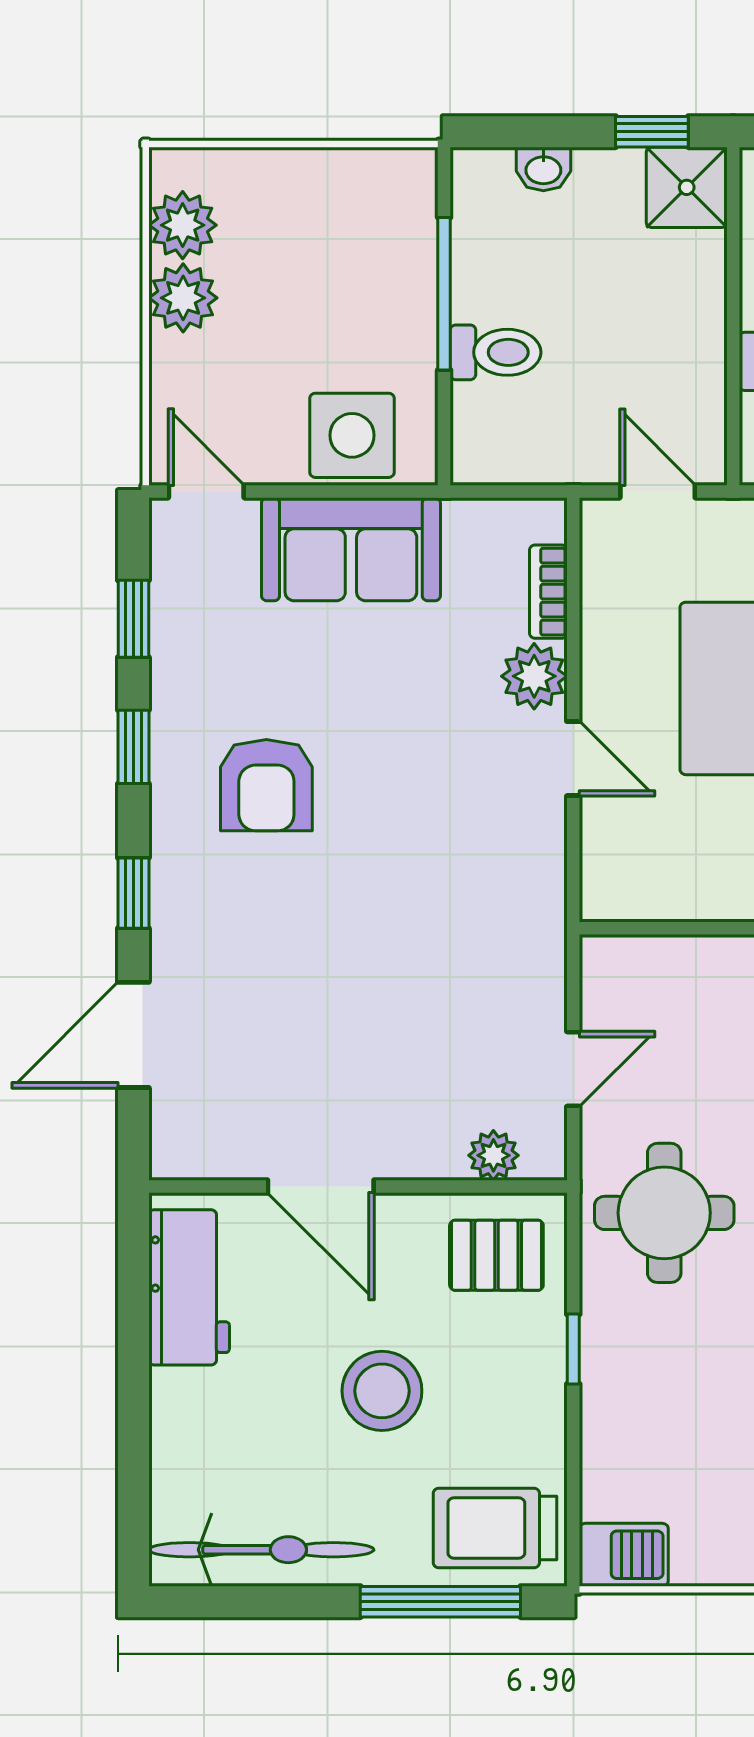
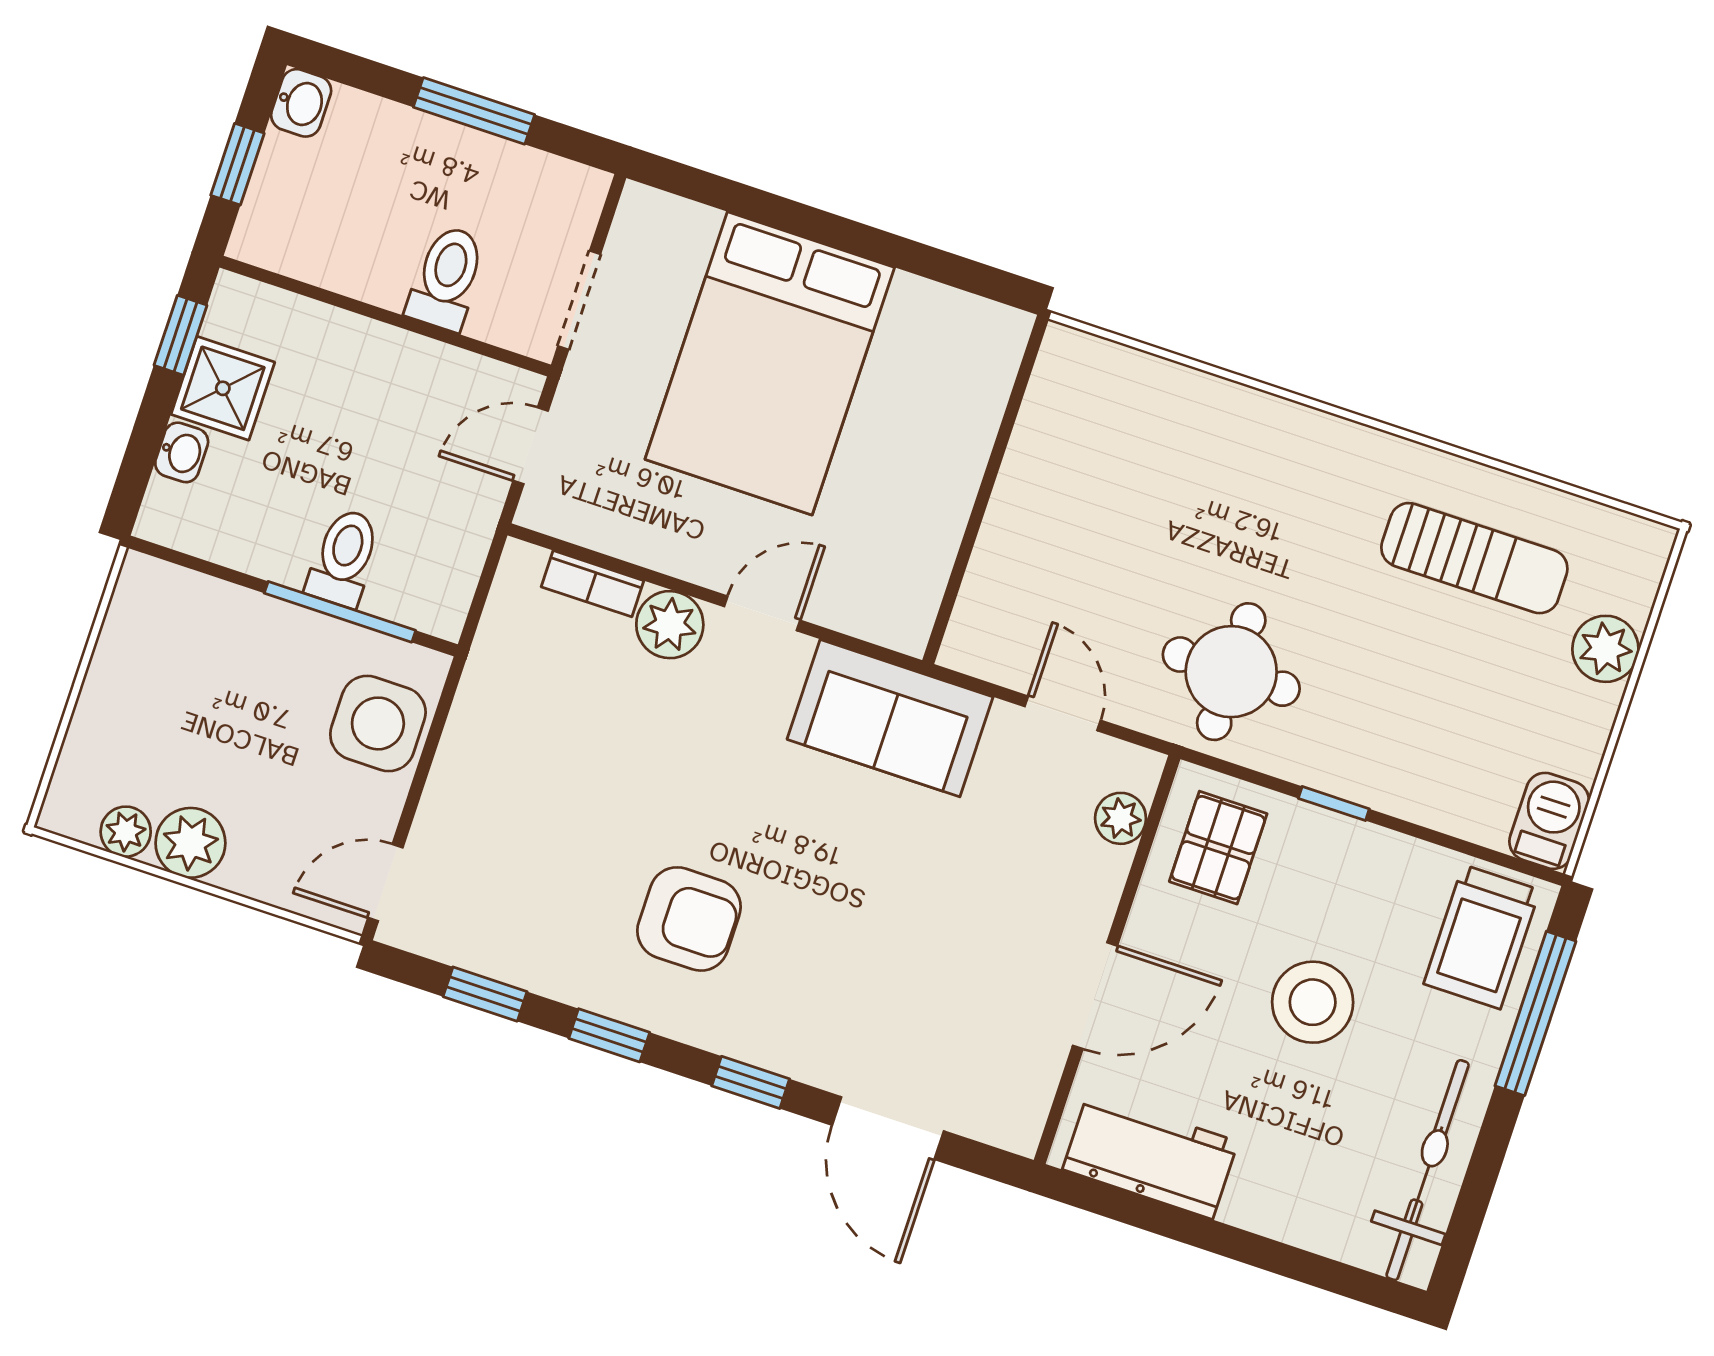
shower: (687, 187) -> (223, 388), moved
plant: (183, 225) -> (126, 832), width x0.73, depth x0.73
window: (444, 294) -> (340, 612), moved
sofa: (351, 549) -> (890, 718), moved, turned 90

